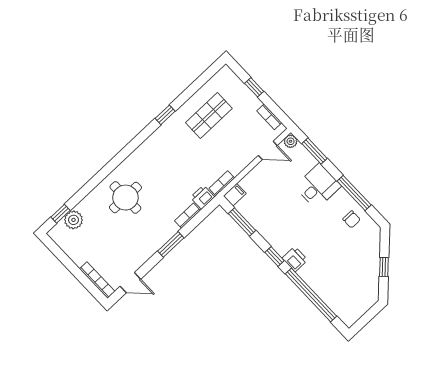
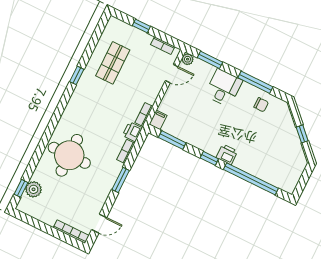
round table: (125, 198) -> (69, 155), width x1.36, depth x1.36

